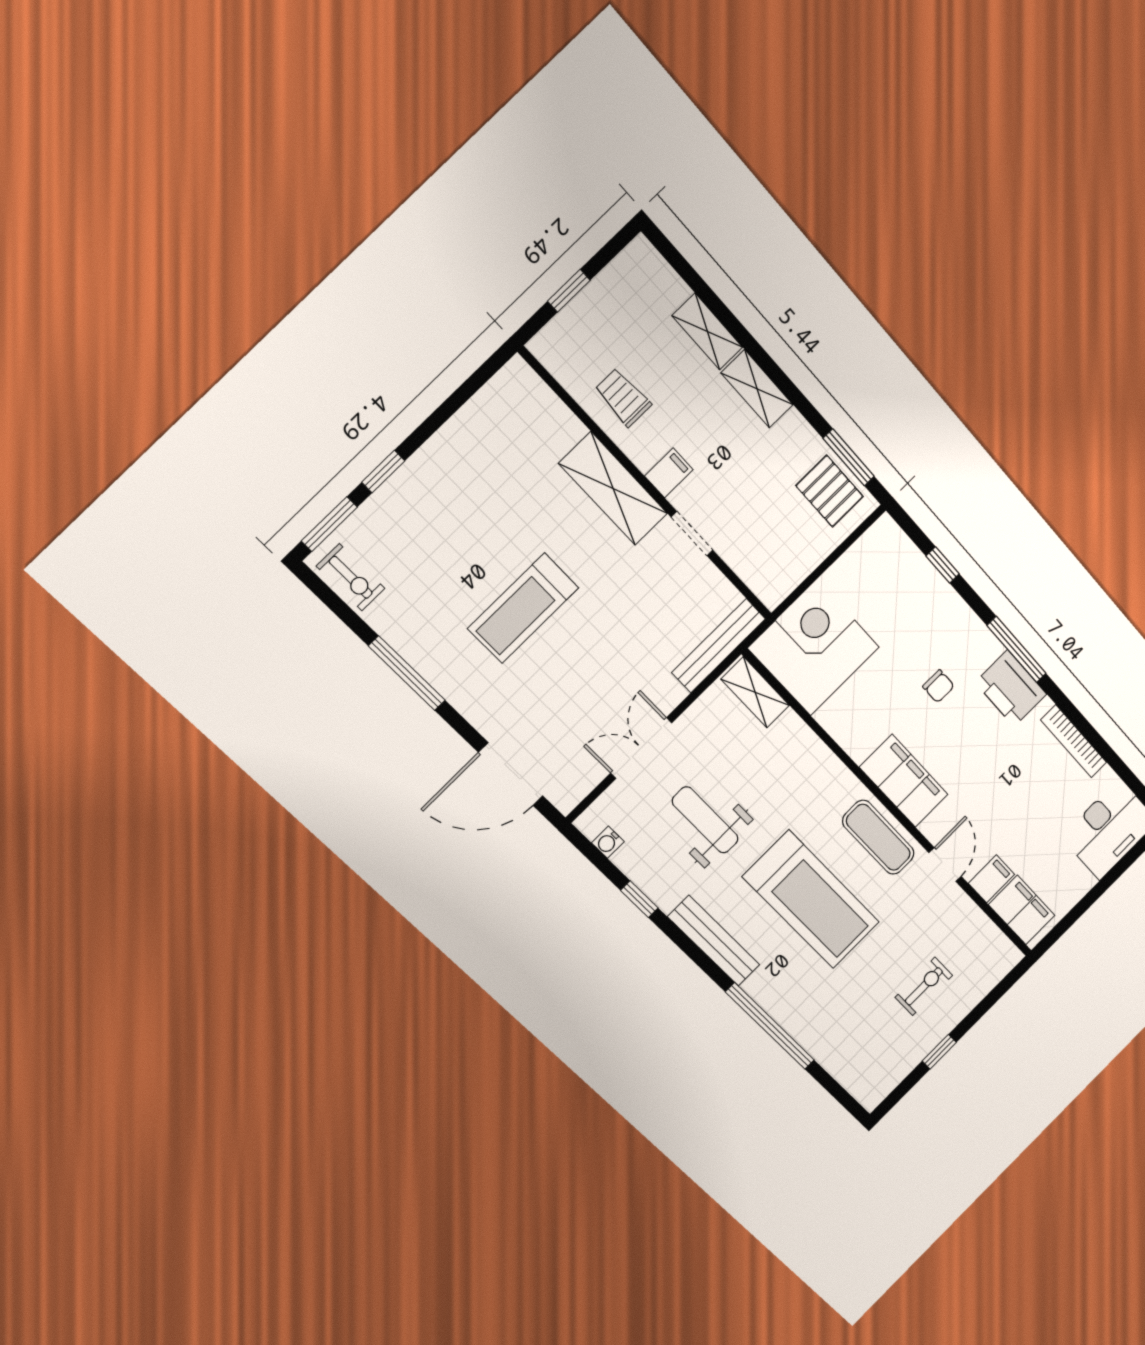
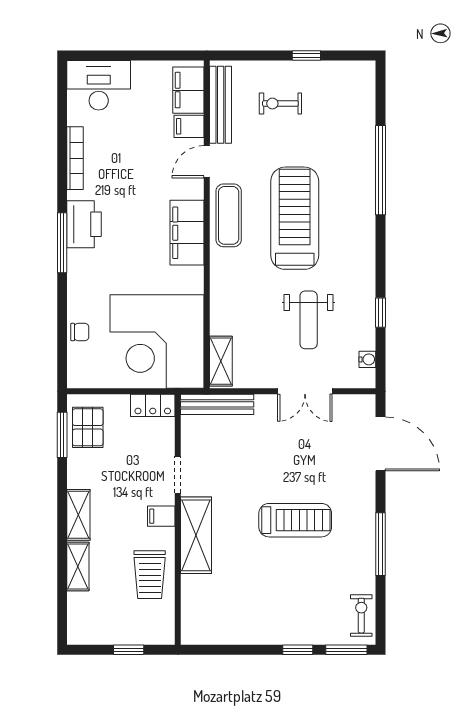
trolley: (623, 397) -> (150, 575), width x1.36, depth x1.39
window: (943, 565) -> (62, 330), removed
locker: (783, 579) -> (153, 405), added
corner desk: (814, 648) -> (157, 341), width x1.36, depth x1.36
chair: (938, 686) -> (80, 332), moved, turned 90
bench: (714, 941) -> (221, 105), moved

